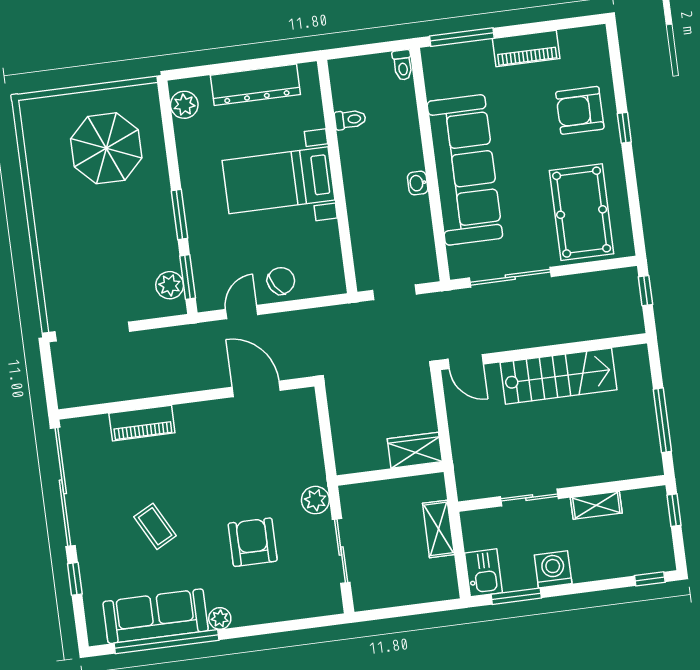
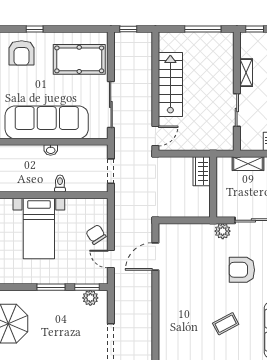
toilet: (350, 119) -> (60, 184), moved
piano: (142, 423) -> (166, 324), removed

